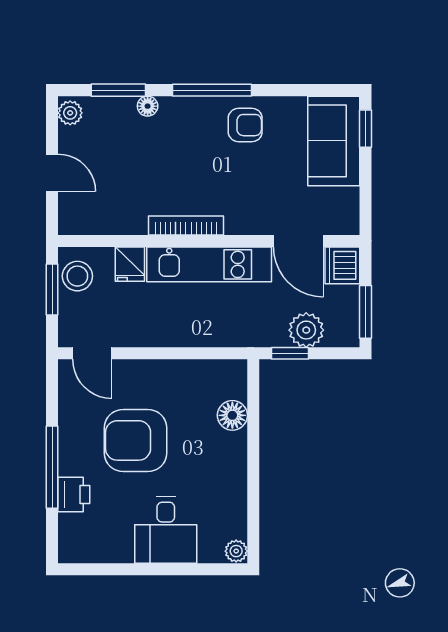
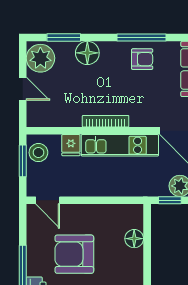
window: (212, 90) -> (141, 38), moved
floor lamp: (148, 106) -> (87, 53), width x1.89, depth x1.89
plant: (70, 113) -> (40, 58), width x1.88, depth x1.88

